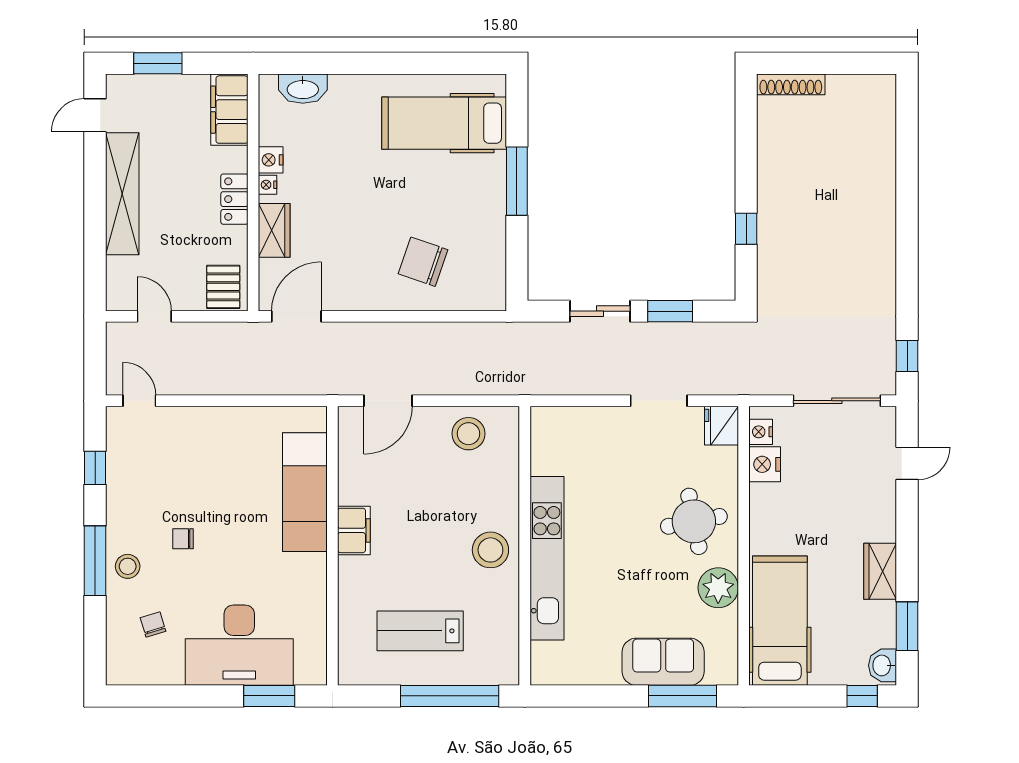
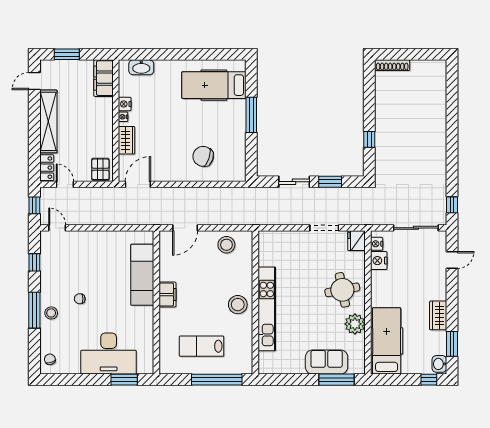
locker: (234, 199) -> (47, 168), moved, turned 180
window: (95, 357) -> (34, 205), added
chair: (153, 624) -> (50, 359), moved

